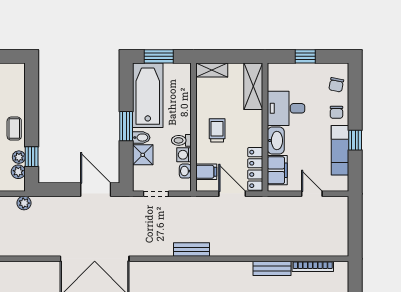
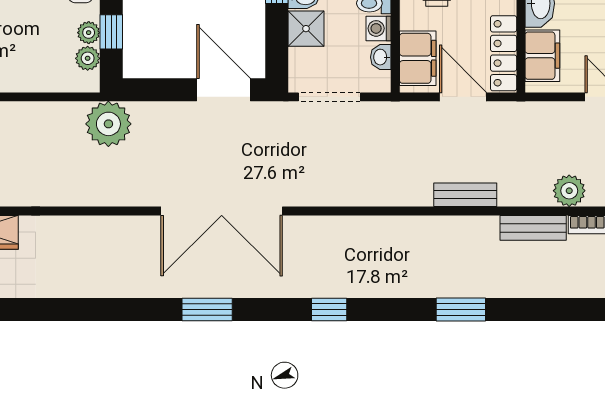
filing cabinet: (206, 172) -> (418, 58), width x2.00
doorway: (156, 194) -> (329, 97), width x1.38
plant: (24, 203) -> (108, 124), width x1.88, depth x1.88
plant: (293, 247) -> (569, 191), added
bench: (191, 249) -> (465, 195), moved

